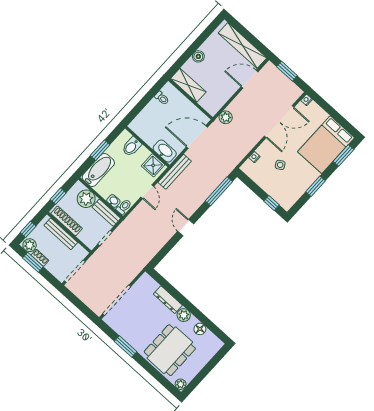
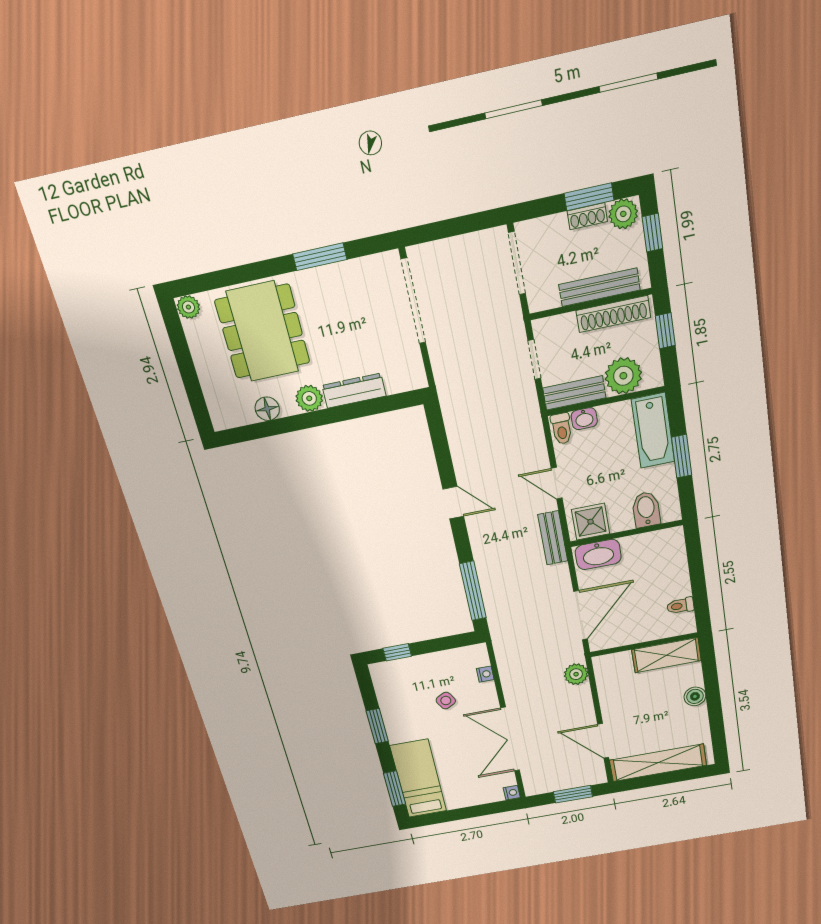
door: (250, 79) -> (603, 741), swing flipped
bed: (326, 145) -> (418, 778), width x0.67
bench: (175, 172) -> (553, 538), width x0.73

